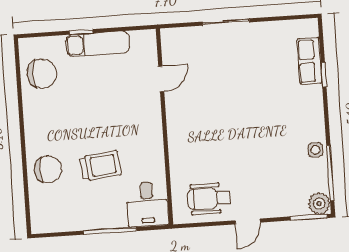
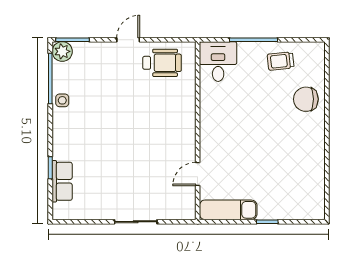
exam couch: (98, 44) -> (228, 210), moved
chair: (42, 74) -> (306, 186), removed
trolley: (100, 166) -> (281, 61), moved, width x0.73, depth x0.72

